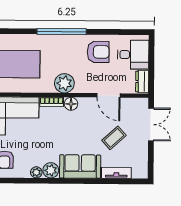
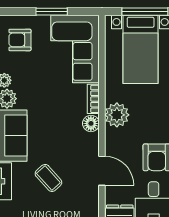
door: (109, 95) -> (102, 171), swing flipped

